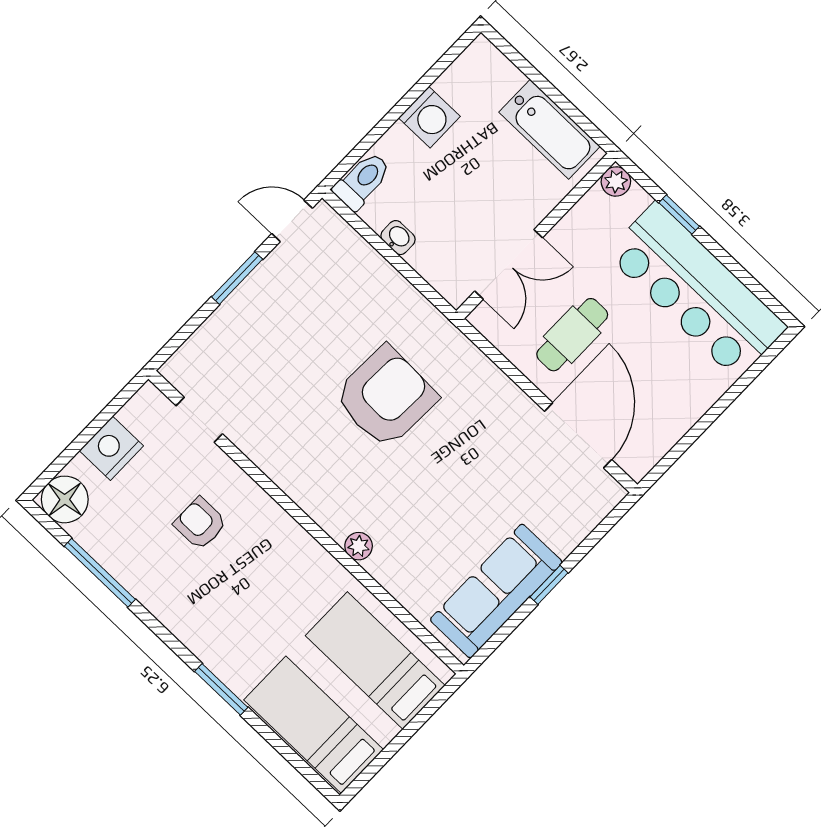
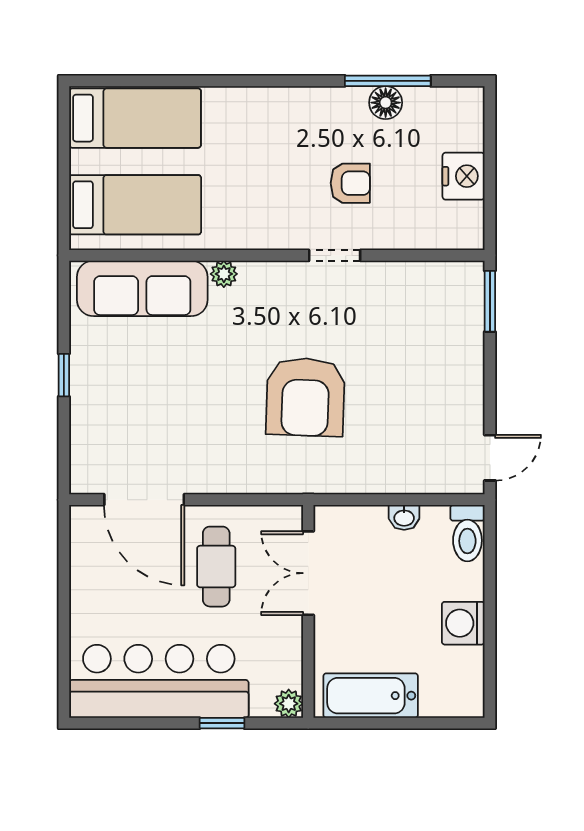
window: (237, 278) -> (490, 301), moved
doorway: (199, 420) -> (335, 255), moved
floor lamp: (65, 499) -> (386, 103), moved, width x0.73, depth x0.73
sofa: (496, 591) -> (142, 288), moved, turned 90
window: (221, 689) -> (224, 81), removed

